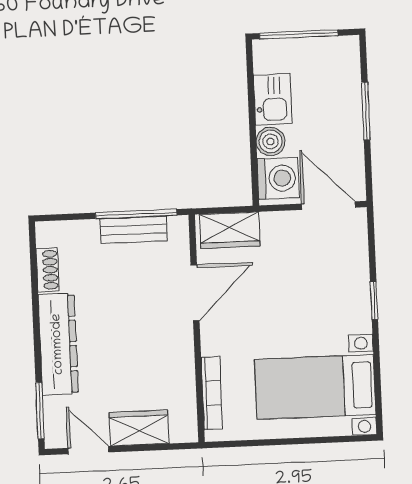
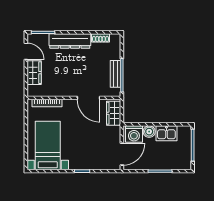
door: (88, 450) -> (26, 51), hinge flipped

